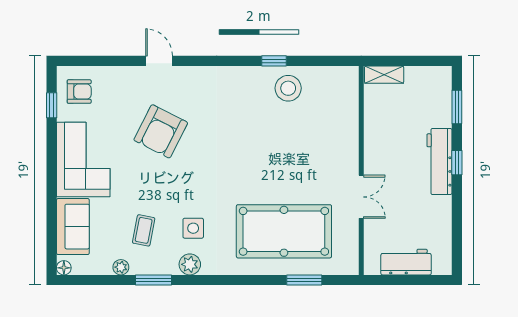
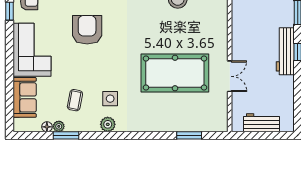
armchair: (161, 131) -> (87, 30), turned 153
pool table: (284, 231) -> (175, 73), moved
floor lamp: (64, 268) -> (47, 127), moved
window: (154, 280) -> (66, 135), moved

